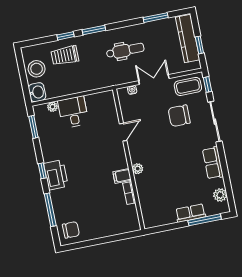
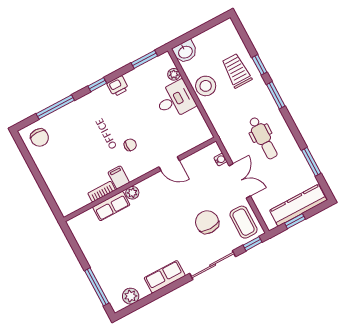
stool: (37, 69) -> (206, 86), moved
chair: (99, 159) -> (130, 145), added
printer: (56, 175) -> (118, 86), moved, width x0.53, depth x0.68
row of seats: (191, 213) -> (111, 206), moved, turned 90

